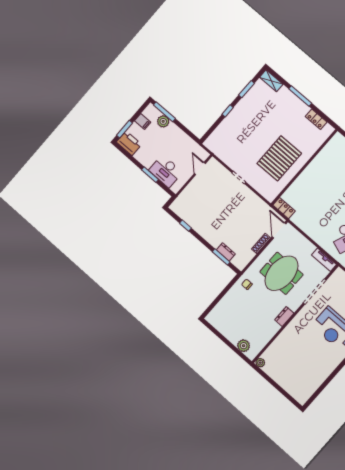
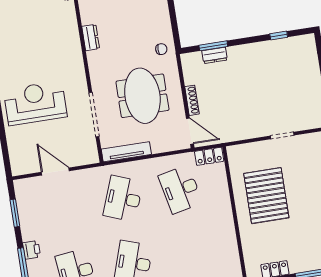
desk: (316, 209) -> (180, 189), added
tv unit: (324, 260) -> (126, 152), width x1.41
dresser: (284, 316) -> (91, 37), moved

